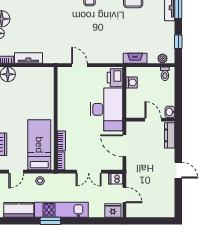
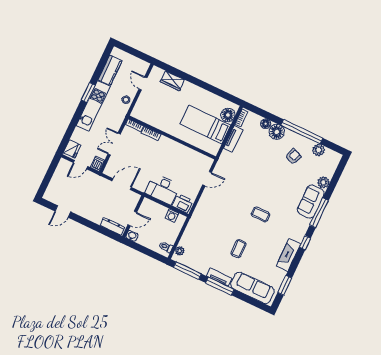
window: (178, 42) -> (187, 271), width x2.17
fireplace: (135, 58) -> (191, 228), removed
desk: (106, 109) -> (163, 189), width x0.73, depth x0.77
bed: (39, 145) -> (205, 124), moved, turned 180
door: (178, 170) -> (63, 212), moved

